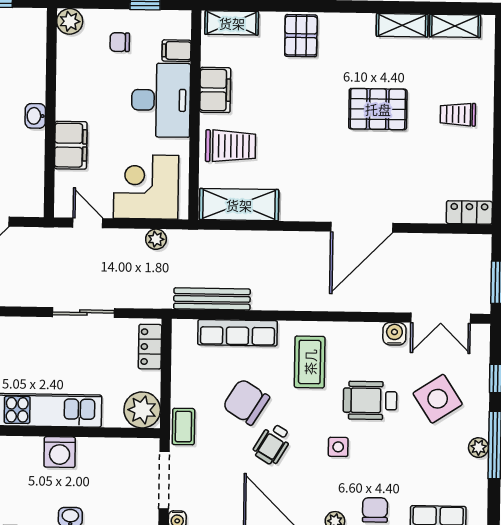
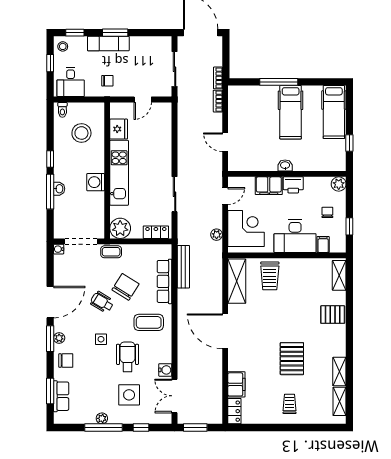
filing cabinet: (215, 90) -> (236, 384), moved, turned -90
printer: (70, 102) -> (293, 185), added
door: (362, 227) -> (225, 331), moved
side table: (438, 399) -> (129, 395), turned 33

